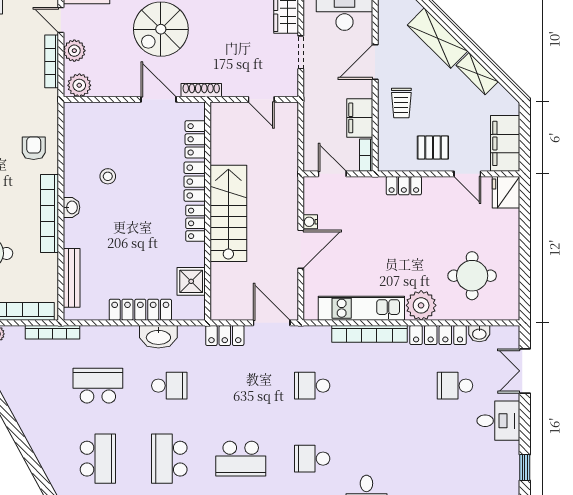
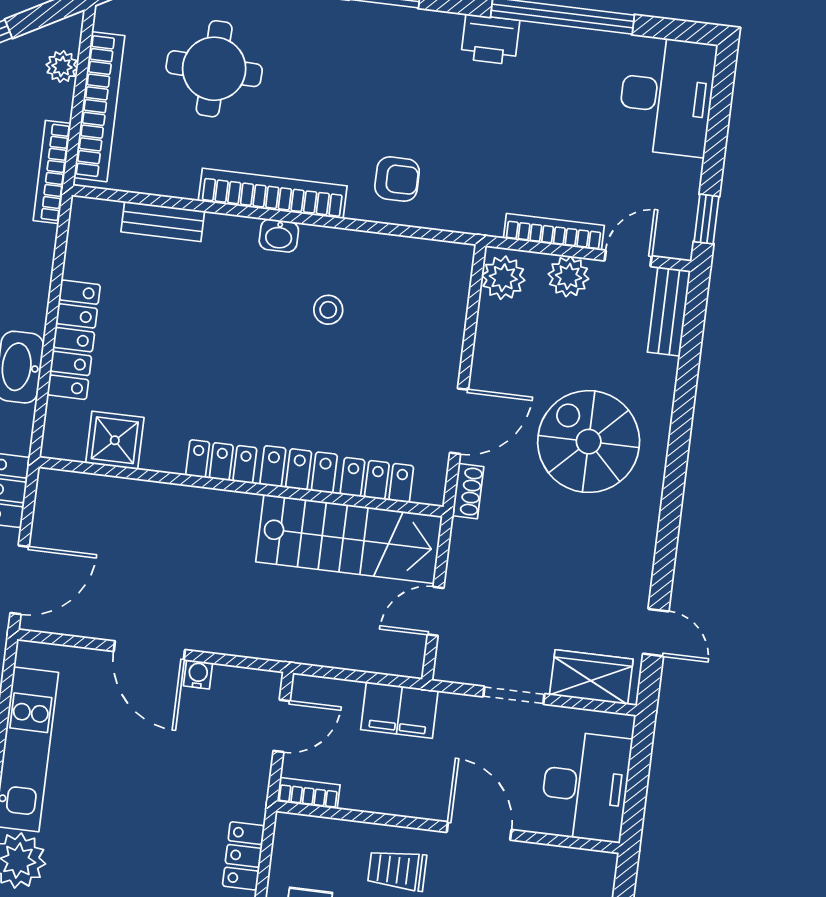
shoe rack: (201, 90) -> (468, 491), width x0.70
filing cabinet: (360, 118) -> (399, 710), moved, turned 180
stairs: (228, 213) -> (349, 539), moved
bench: (72, 278) -> (163, 221), width x0.73

